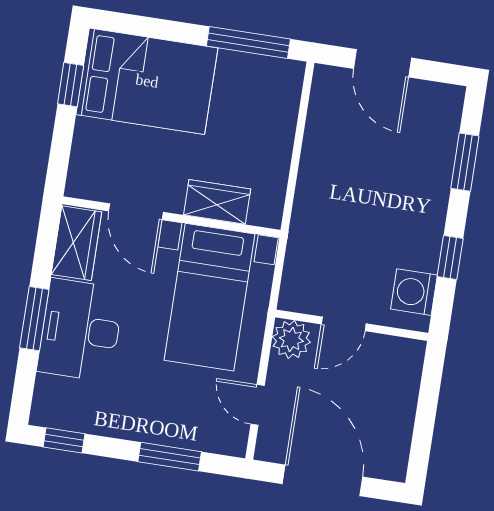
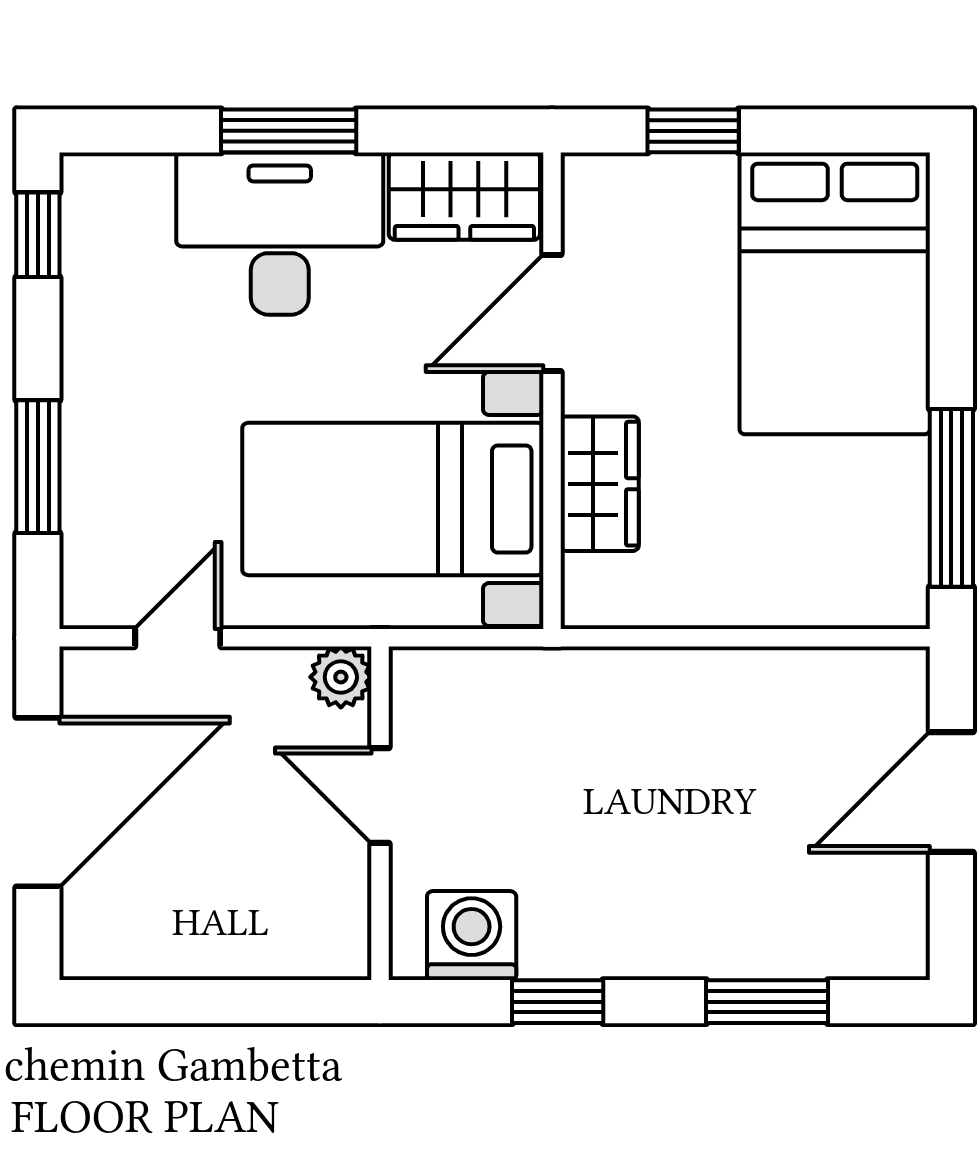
window: (71, 85) -> (693, 131), moved
plant: (291, 339) -> (341, 677), width x0.73, depth x0.73

